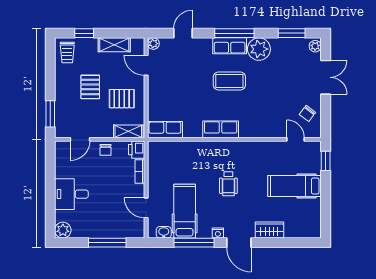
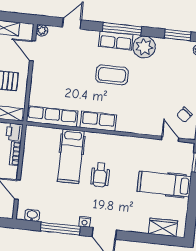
row of seats: (165, 130) -> (52, 116), width x1.48
hospital bed: (185, 211) -> (71, 156), moved, turned 180
wardrobe: (269, 230) -> (163, 227), moved

